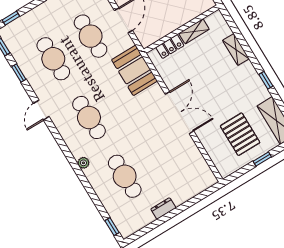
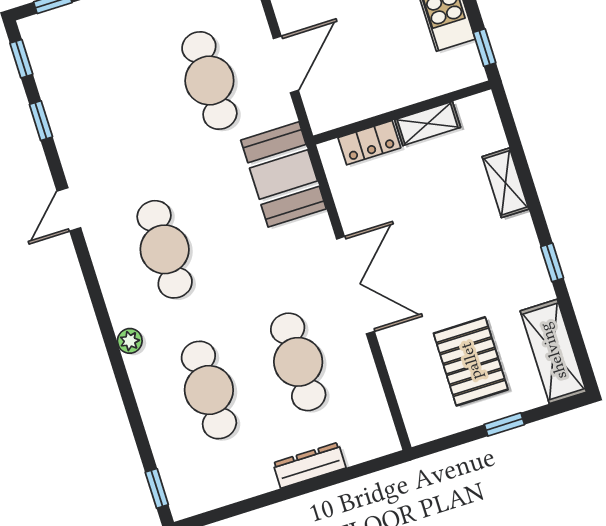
cafe table: (53, 59) -> (298, 362), moved
dresser: (163, 208) -> (309, 465), moved, width x1.44

